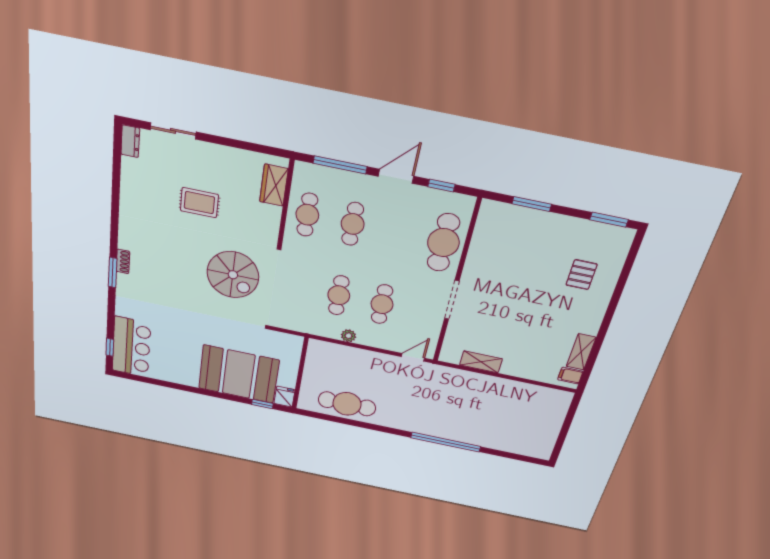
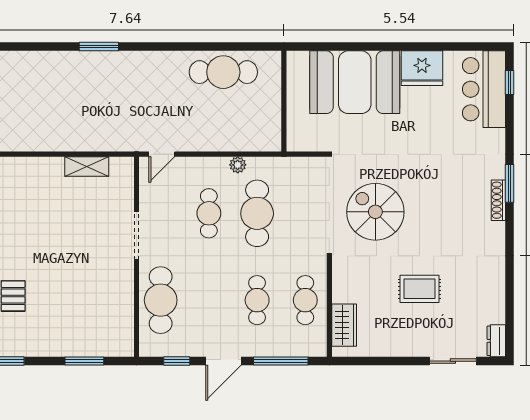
shoe rack: (123, 261) -> (498, 200), width x1.43
cafe table: (339, 295) -> (257, 213), width x1.37, depth x1.35
fridge: (285, 397) -> (422, 68), moved, width x1.88, depth x1.34
window: (262, 404) -> (322, 47), removed
window: (446, 442) -> (99, 47), width x0.47

